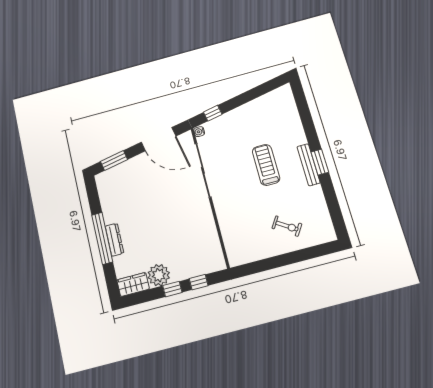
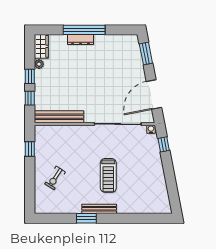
window: (320, 162) -> (86, 218), moved
treadmill: (266, 165) -> (108, 175), turned 90
bench: (212, 241) -> (59, 117), added
window: (260, 266) -> (30, 149), added
plant: (159, 275) -> (39, 64), width x0.53, depth x0.53

